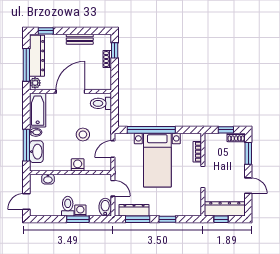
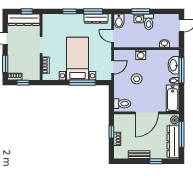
window: (46, 31) -> (156, 161), moved
window: (115, 50) -> (111, 132), moved
window: (151, 130) -> (82, 83), width x0.68

